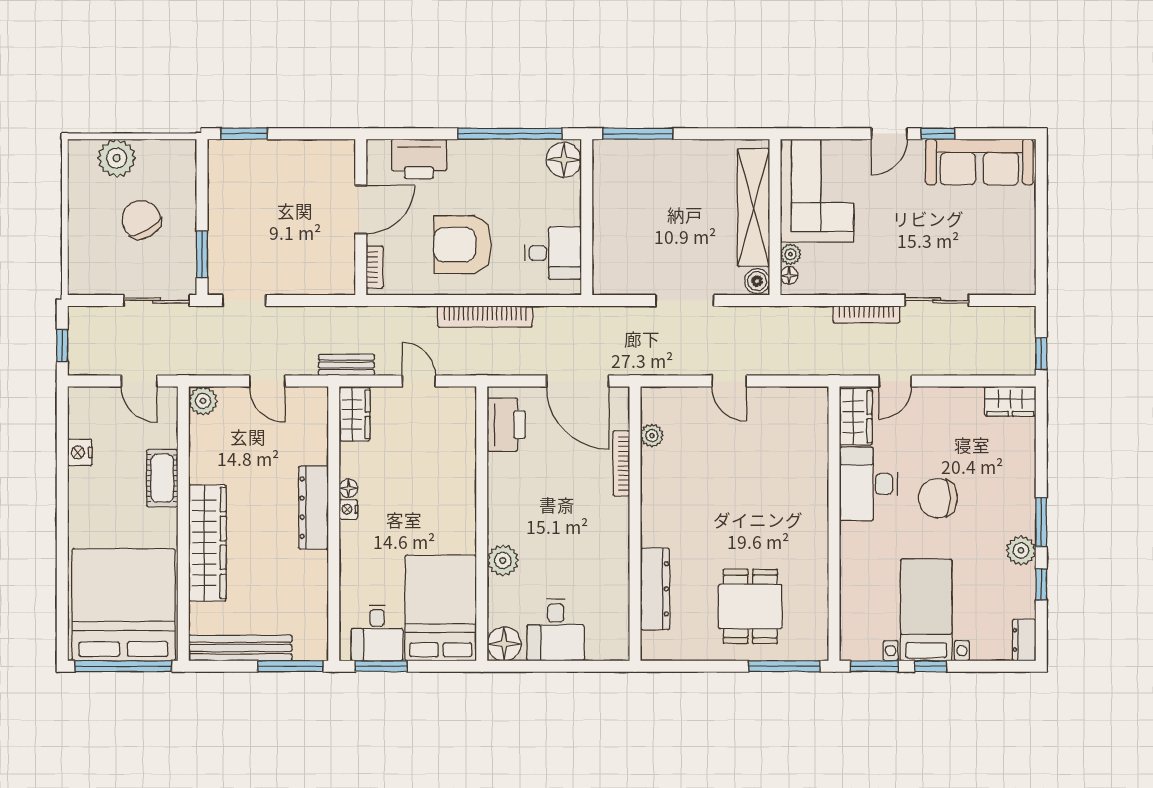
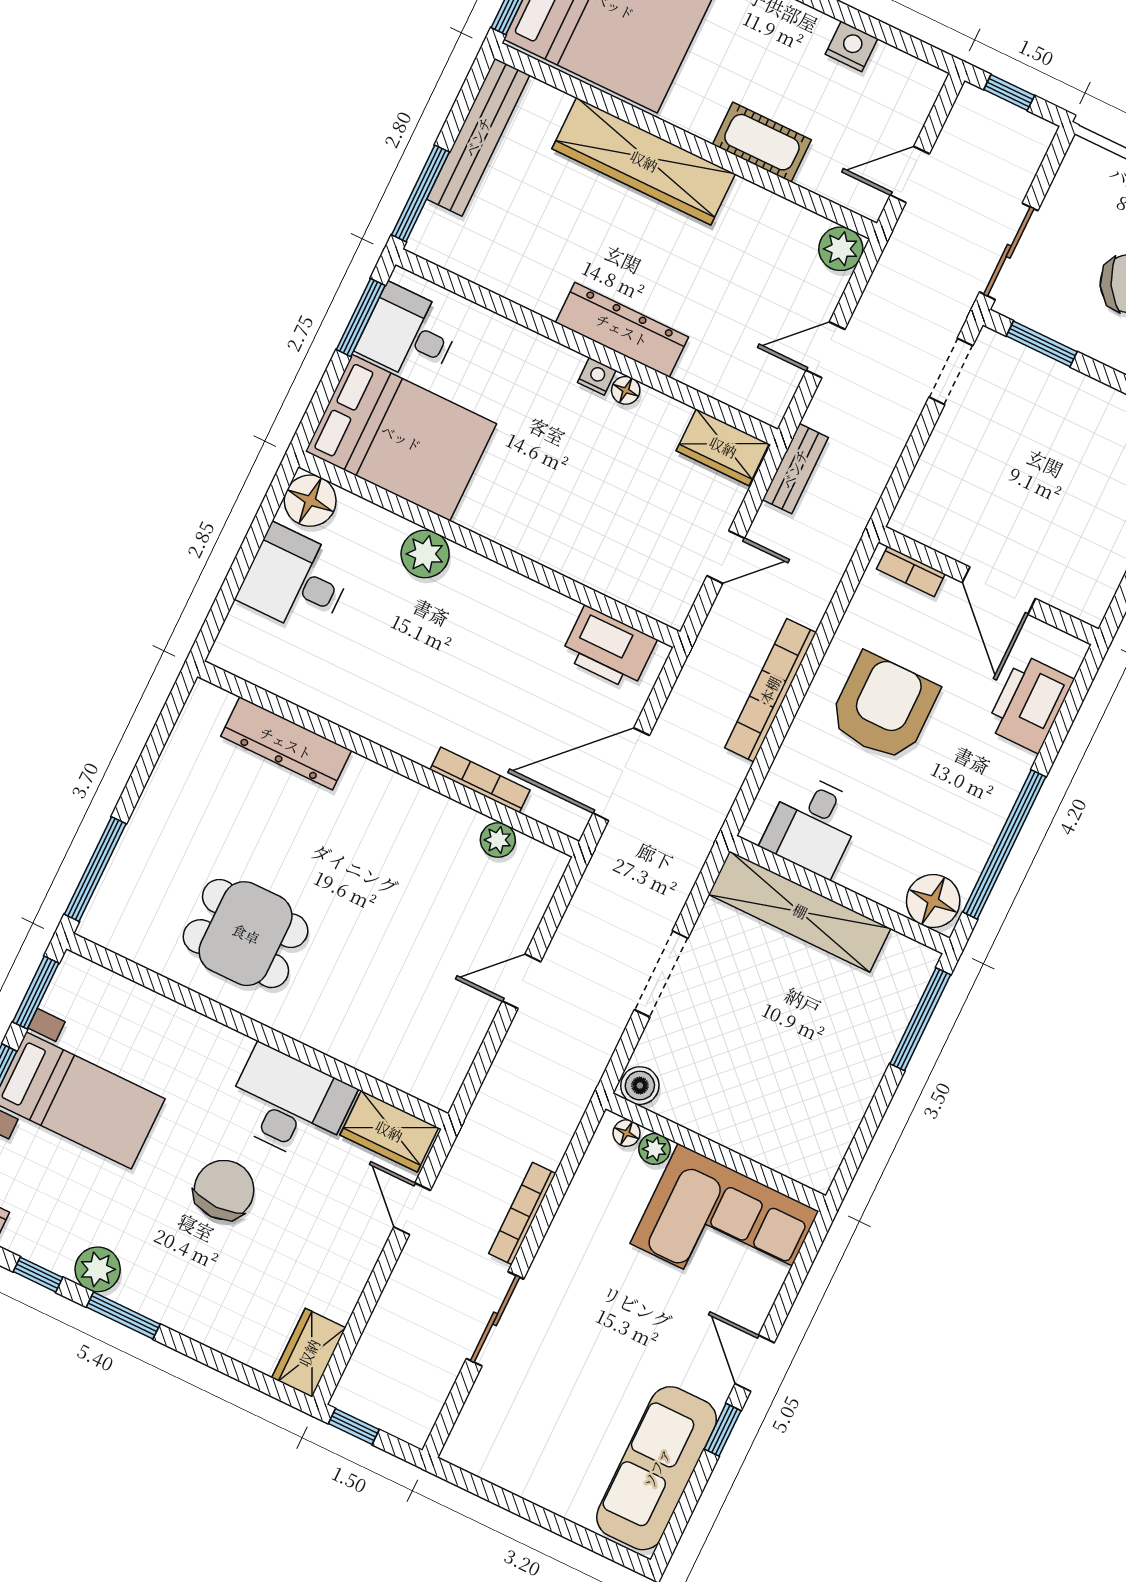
shelving: (753, 207) -> (800, 911), moved
dining table: (750, 606) -> (246, 934), moved

